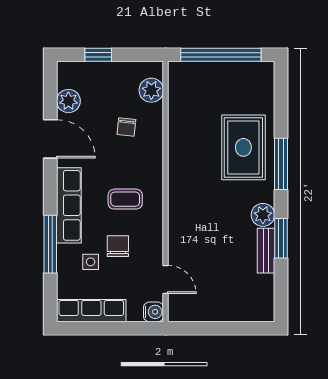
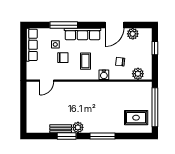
rug: (243, 147) -> (136, 118), moved, width x0.73, depth x0.70
water cooler: (154, 312) -> (104, 75), moved

